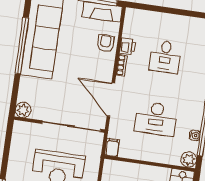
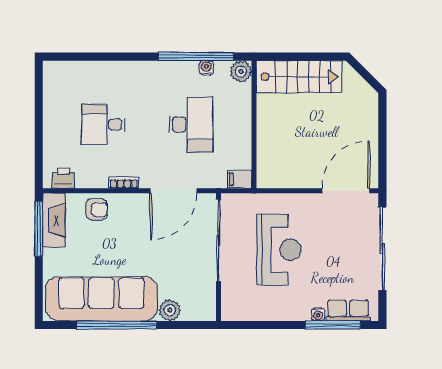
armchair: (105, 43) -> (97, 209), turned 180
printer: (127, 46) -> (63, 178), moved
desk: (165, 57) -> (103, 124), turned 180
plant: (23, 110) -> (170, 310), moved

